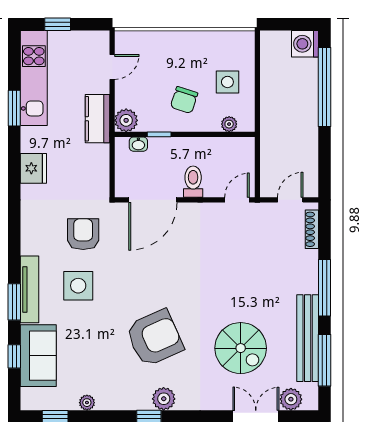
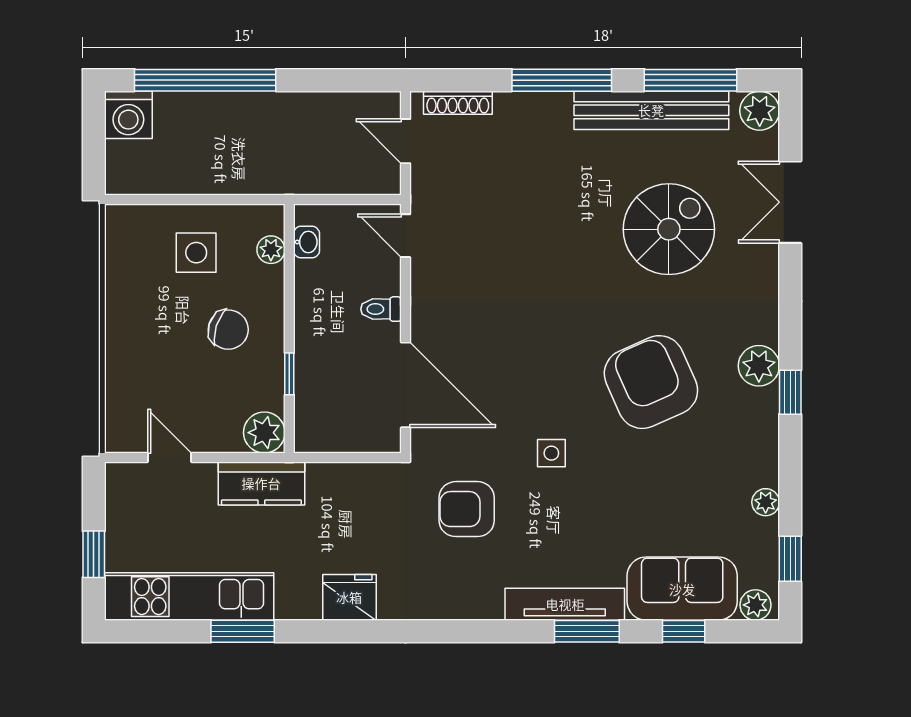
washbasin: (138, 144) -> (307, 242), moved
toilet: (193, 182) -> (381, 309), width x0.73, depth x0.72
side table: (78, 286) -> (551, 453), moved, width x0.54, depth x0.54
plant: (29, 397) -> (755, 605), added
plant: (291, 399) -> (760, 111), moved

